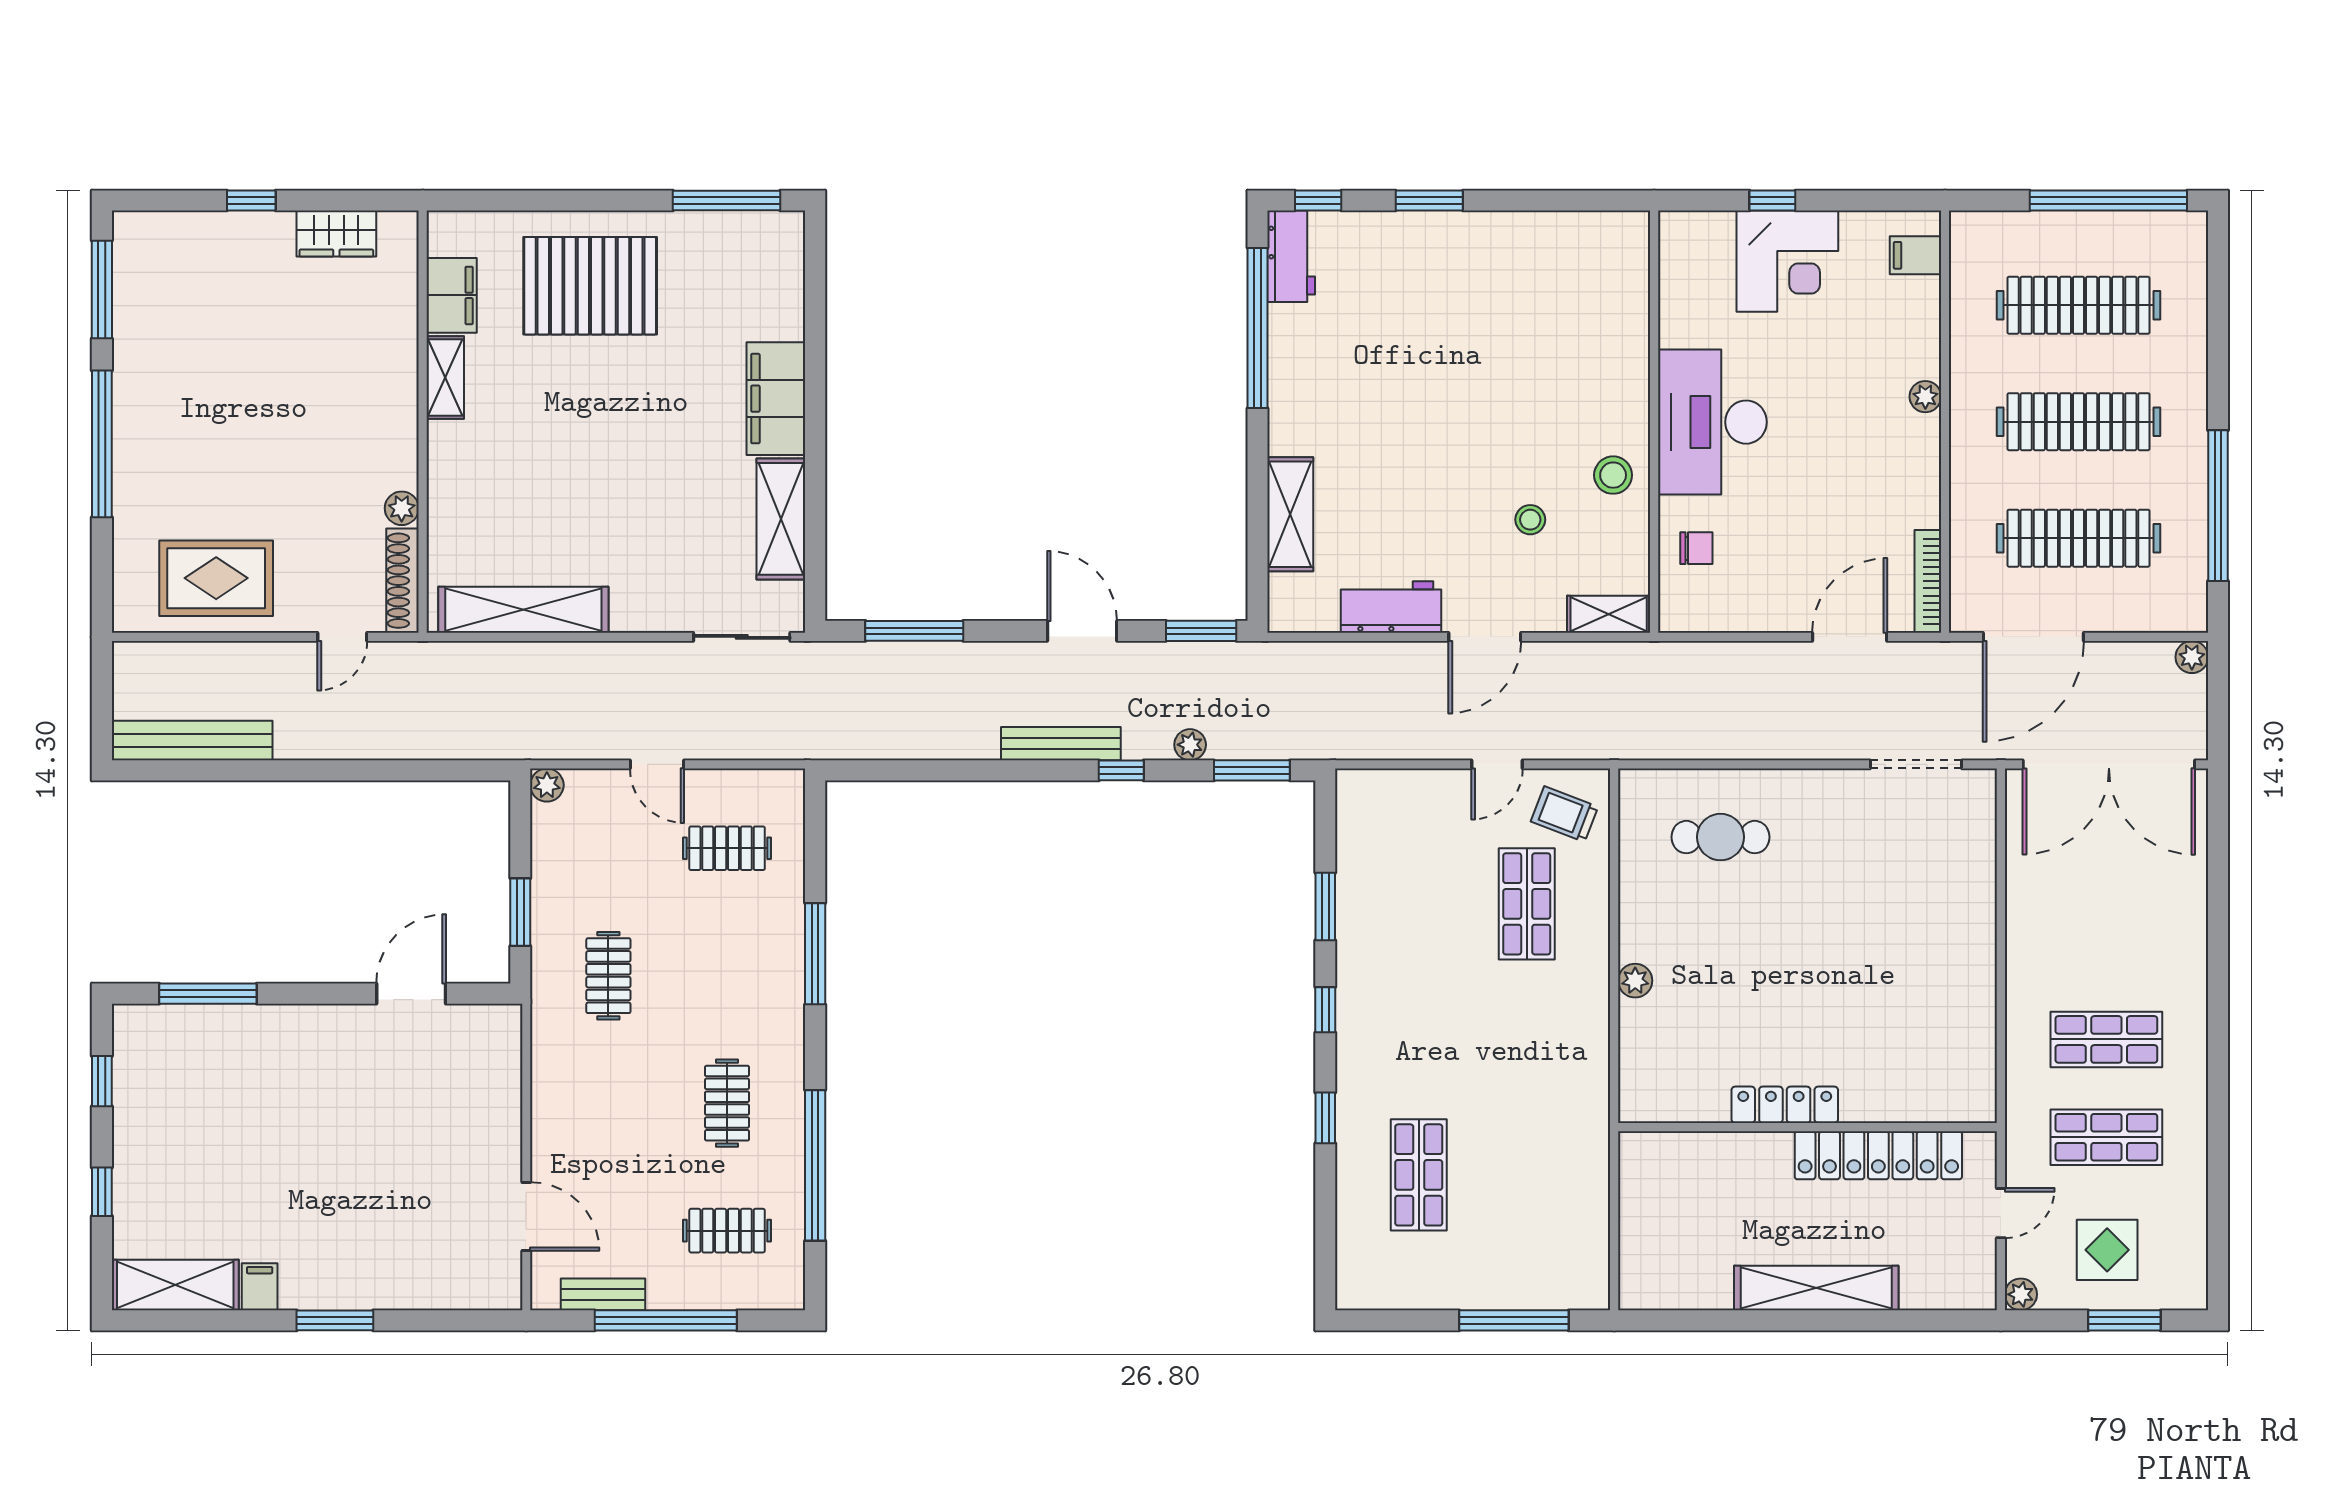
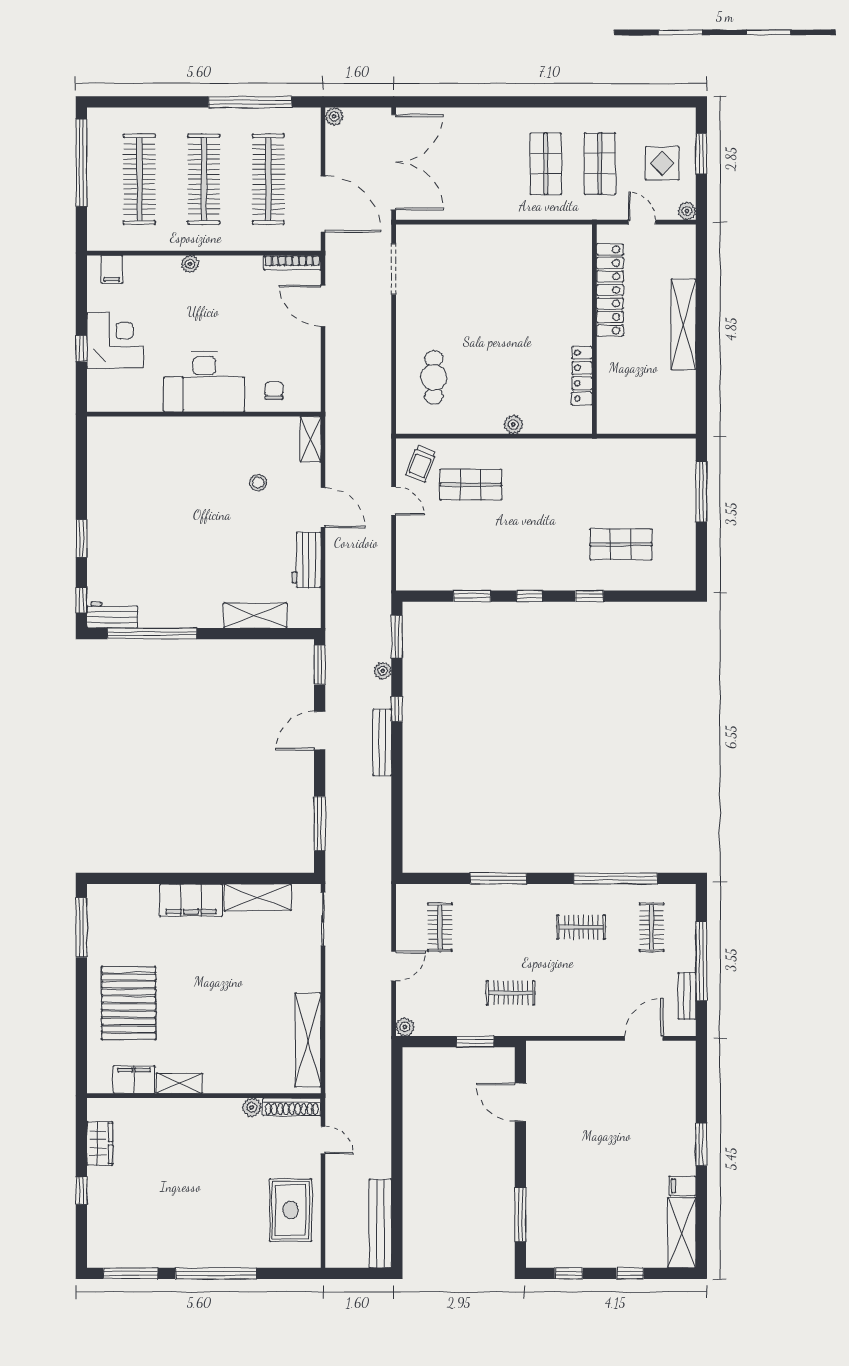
stool: (1613, 475) -> (233, 437), removed
locker: (1785, 1105) -> (582, 376), moved

